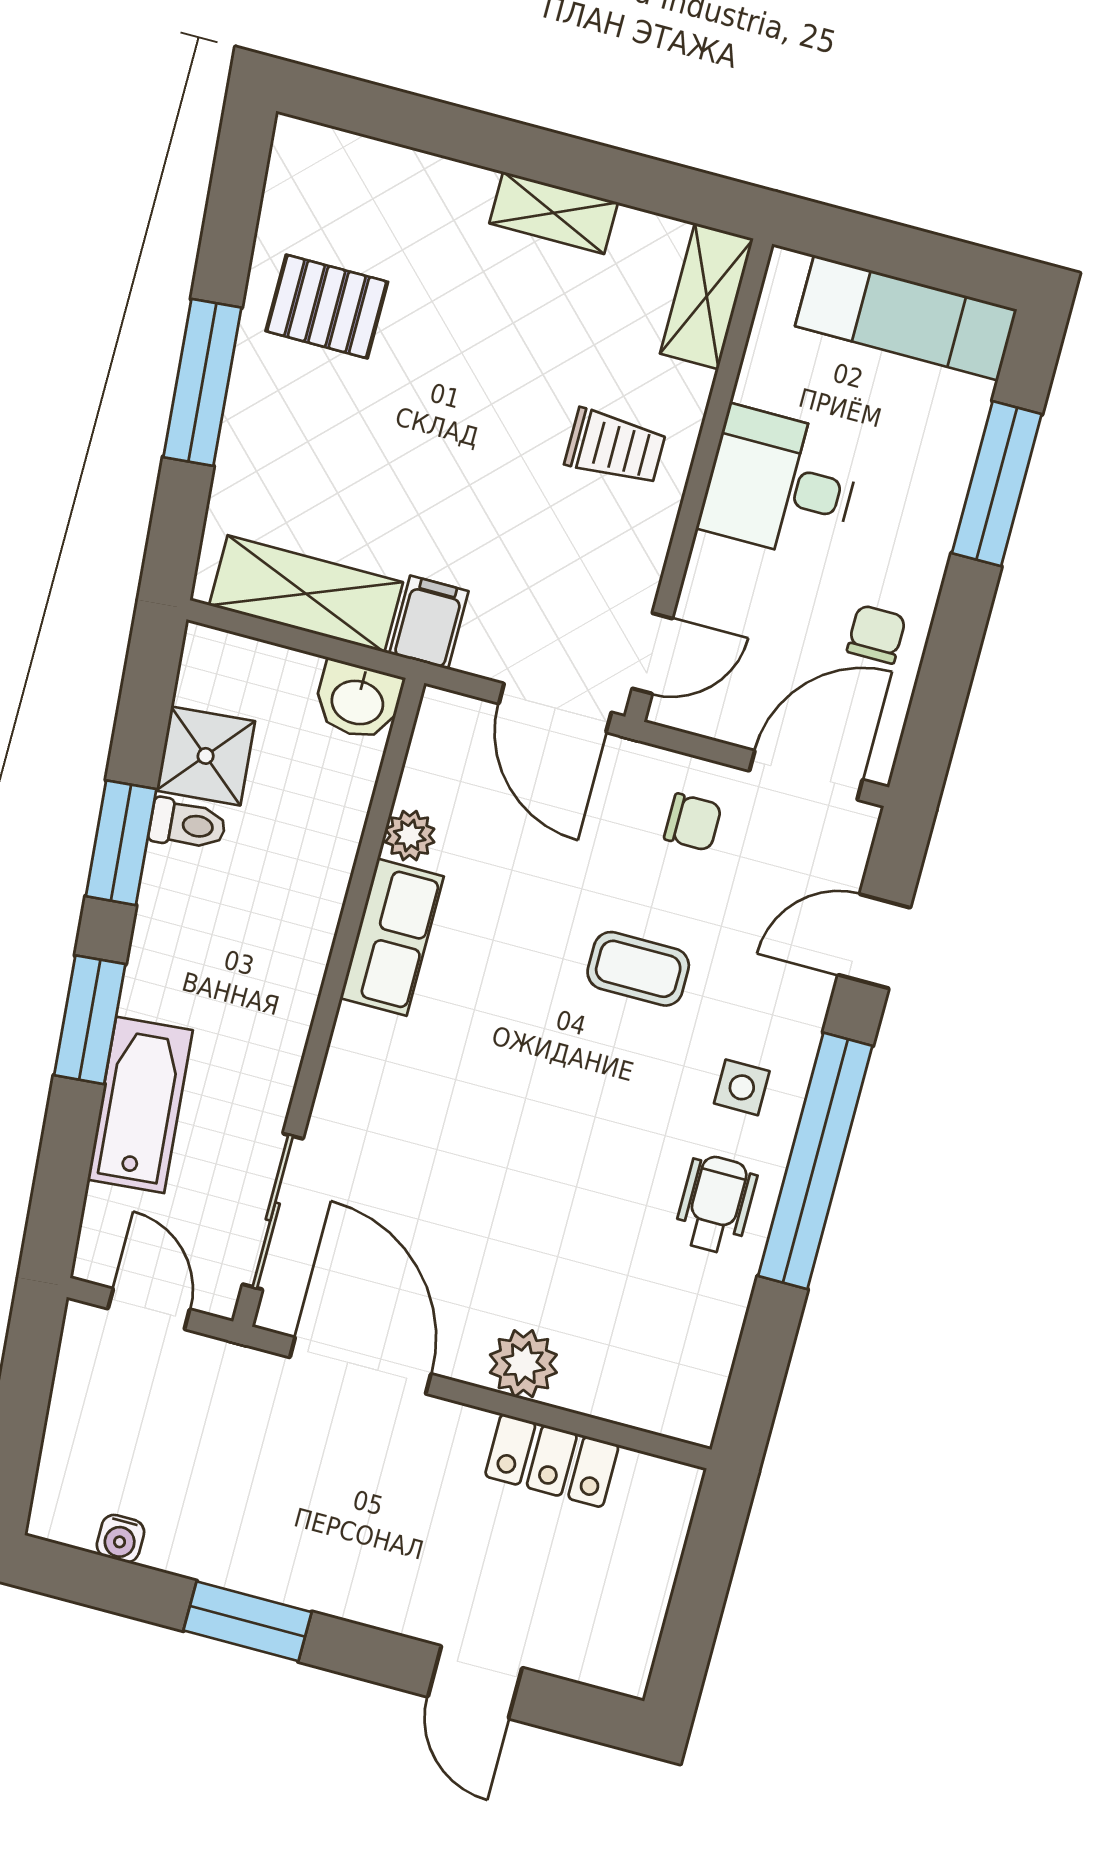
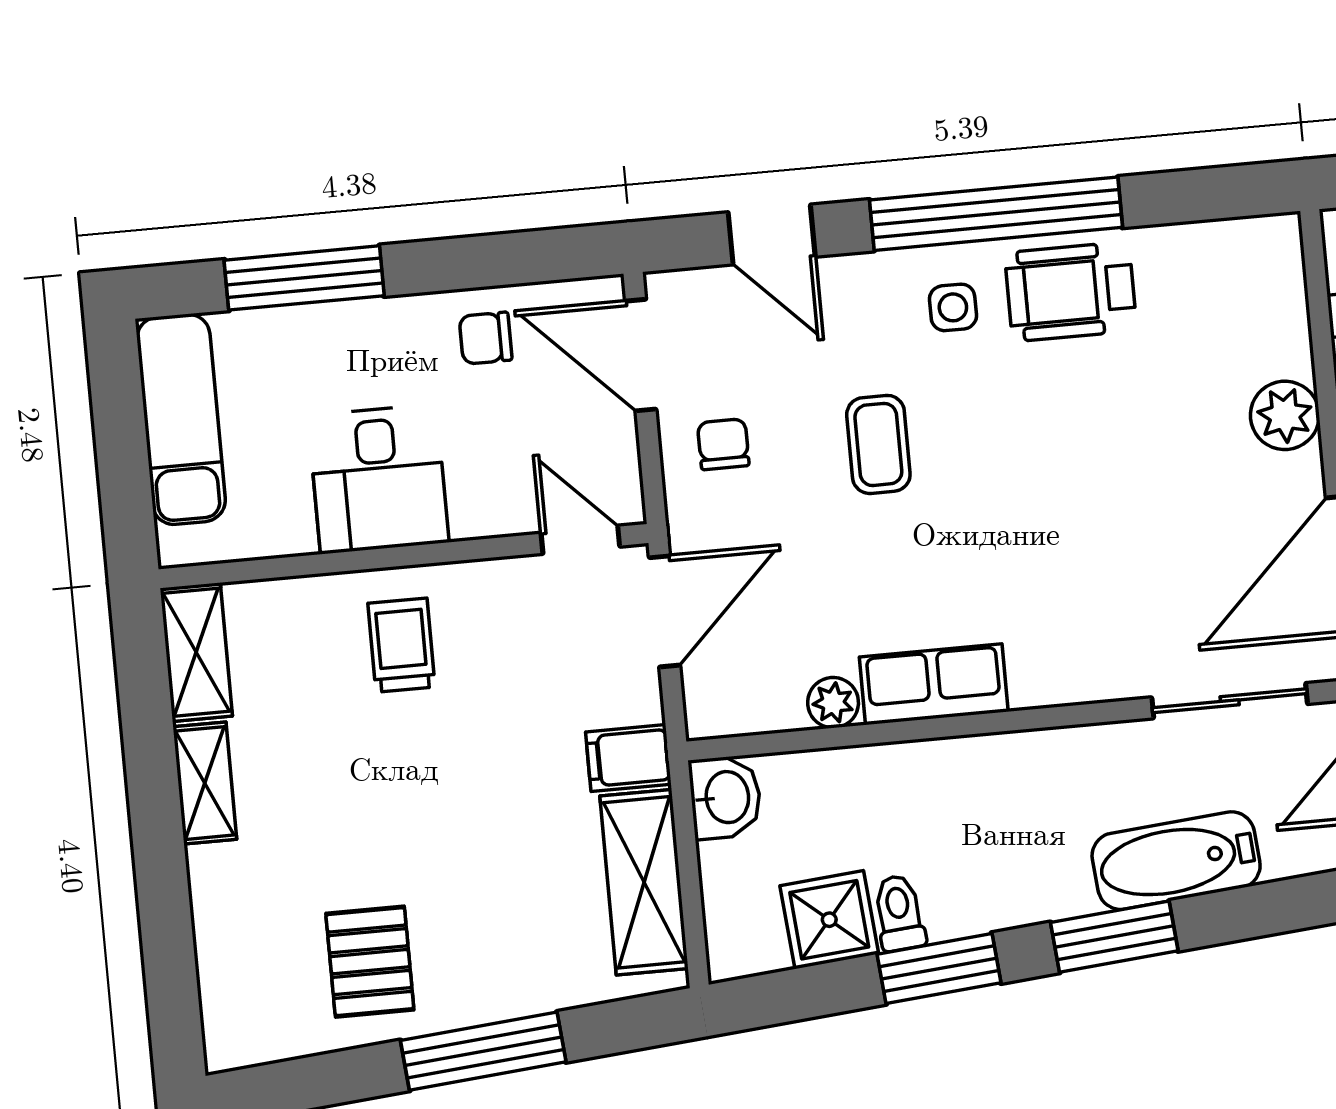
shelving: (707, 296) -> (196, 652), moved, turned 90
wheelchair: (716, 1204) -> (1071, 292), width x1.36, depth x1.37

